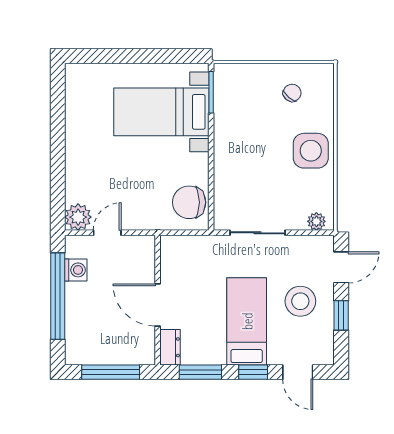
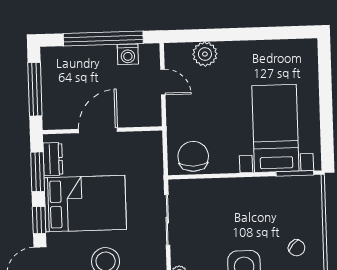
plant: (78, 217) -> (205, 54), moved
bed: (247, 321) -> (85, 204), width x1.50
dresser: (170, 347) -> (53, 159), moved, turned -90

